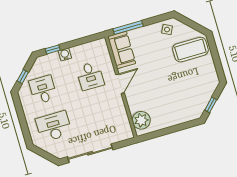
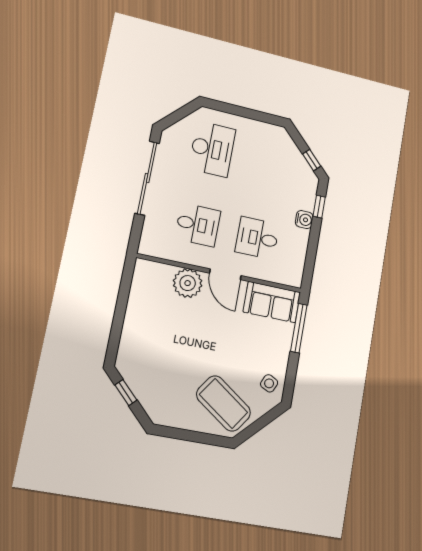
coffee table: (190, 50) -> (224, 403), turned -55
window: (23, 77) -> (312, 160), moved
desk: (43, 90) -> (198, 225), moved
plant: (141, 120) -> (188, 283), moved

